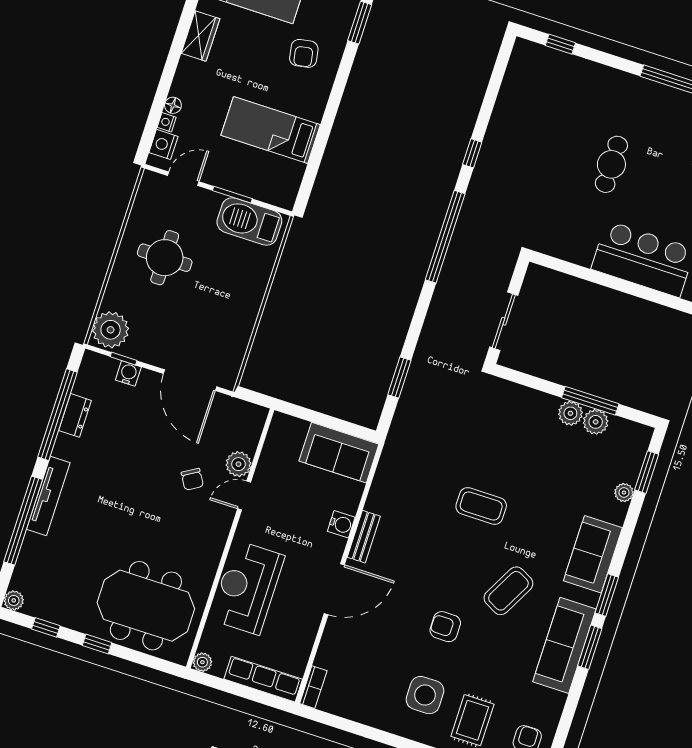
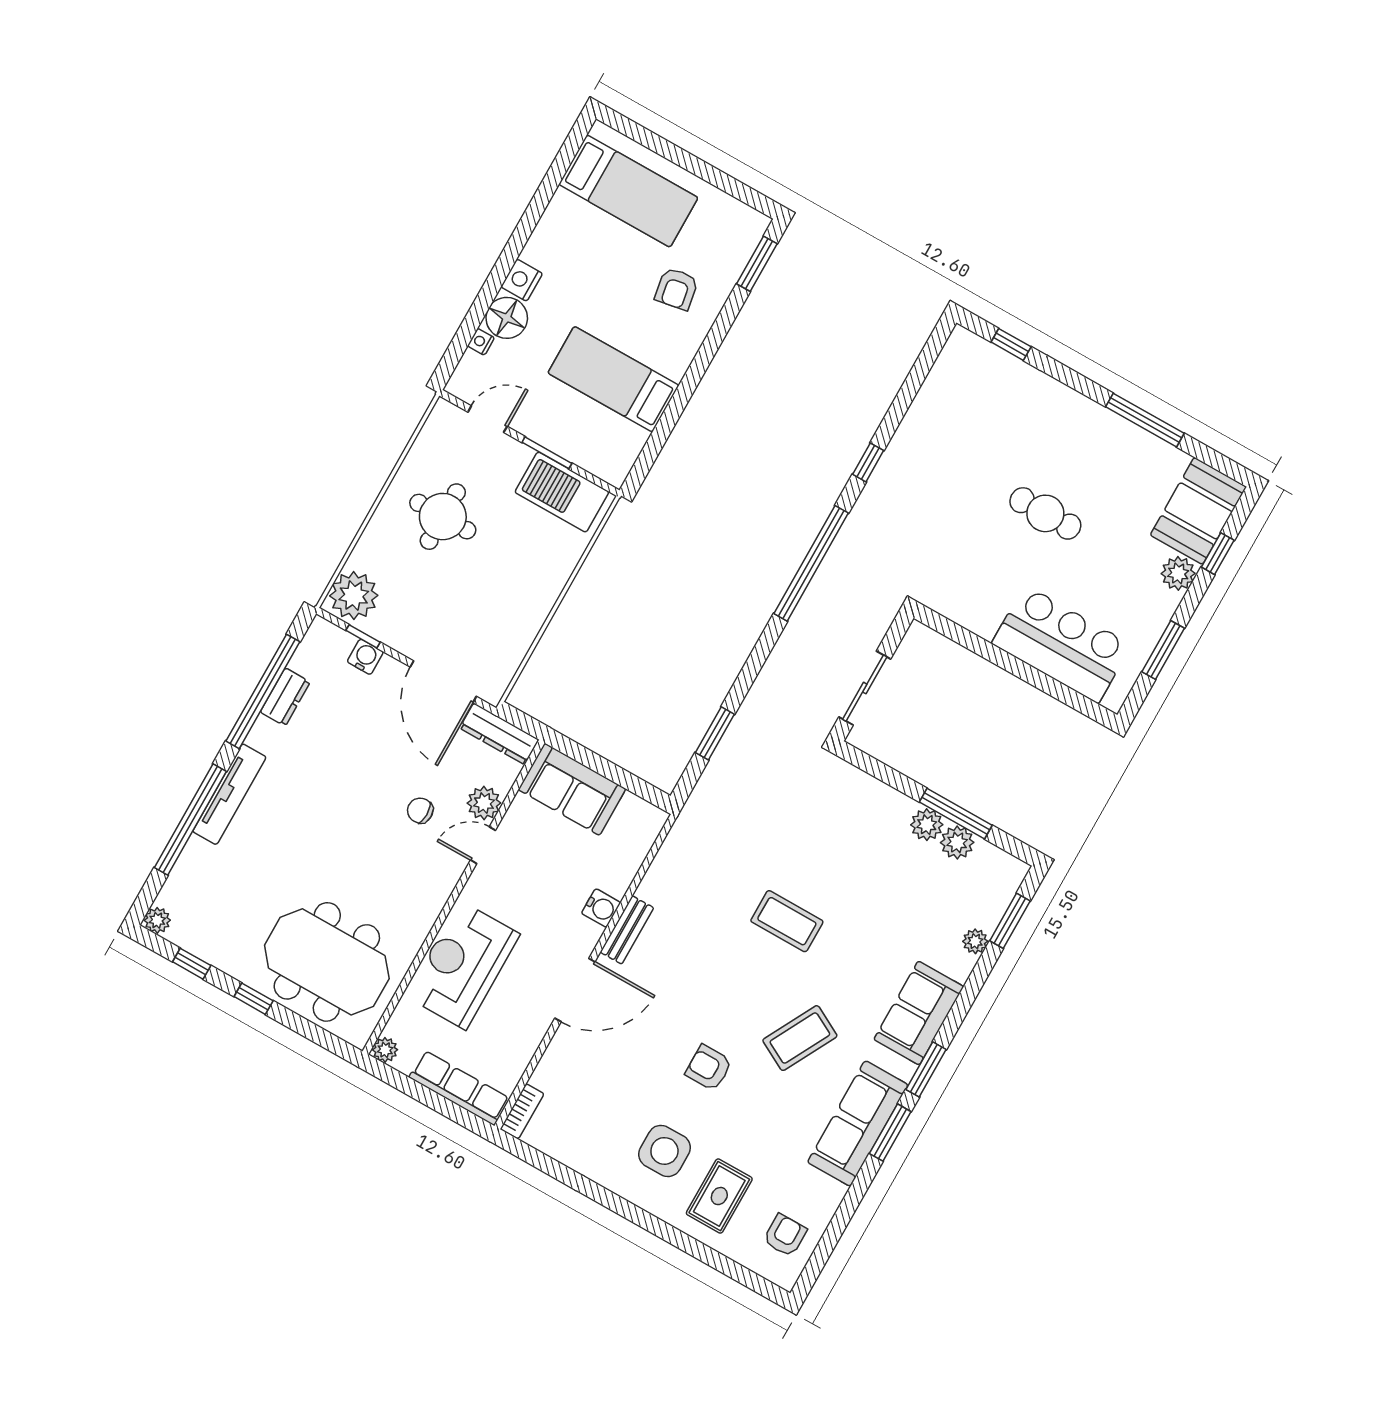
wardrobe: (200, 36) -> (547, 239), removed
floor lamp: (173, 105) -> (507, 318), width x1.89, depth x1.89
nightstand: (163, 144) -> (522, 280), moved
cafe table: (611, 164) -> (1045, 513), turned 90
dresser: (239, 410) -> (499, 734), added
sofa: (339, 453) -> (572, 789), moved
chair: (192, 479) -> (420, 811), turned 121

